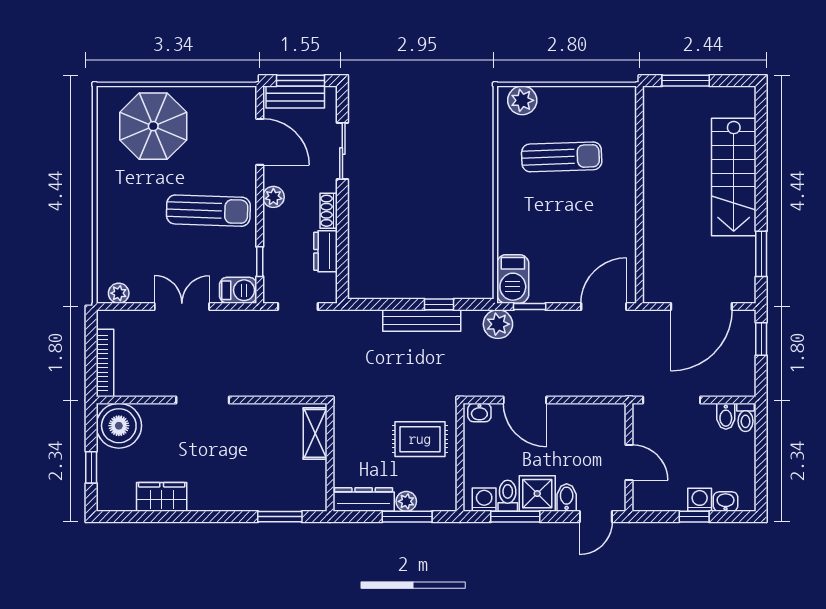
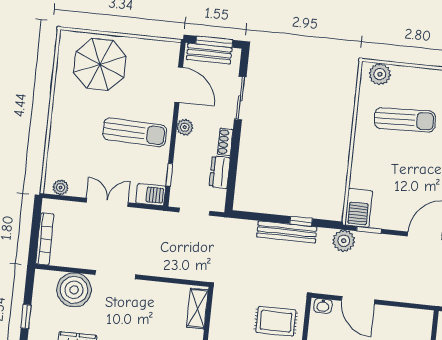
boiler: (119, 426) -> (74, 290), moved

